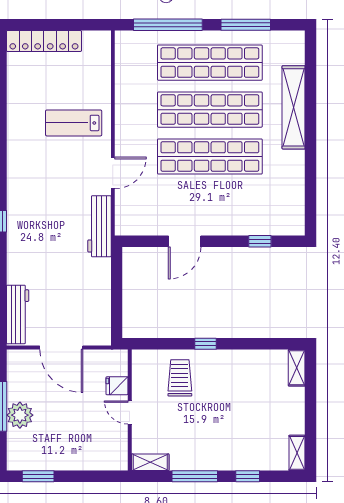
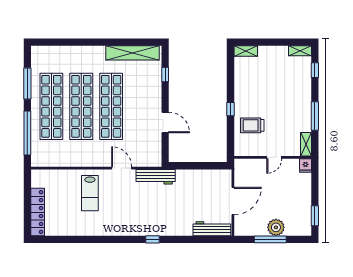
shelving: (294, 107) -> (132, 53), moved
fridge: (117, 386) -> (305, 166), moved
window: (248, 476) -> (315, 70), moved

